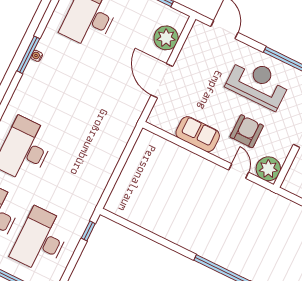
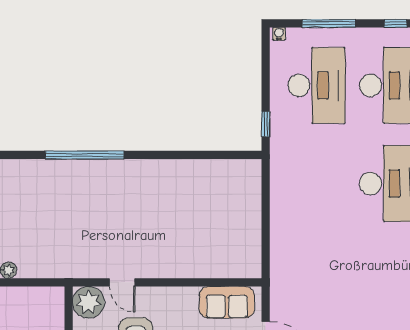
sofa: (198, 134) -> (227, 302), moved

